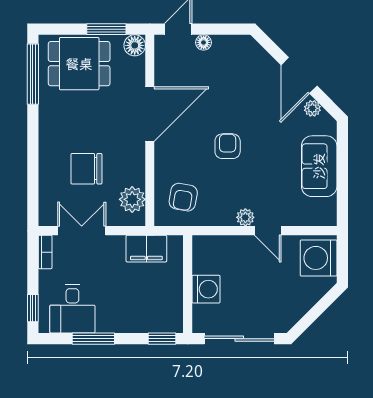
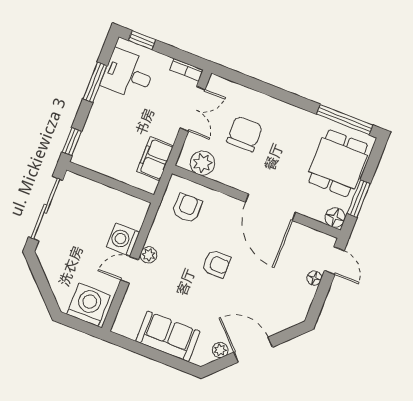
armchair: (183, 197) -> (187, 208), turned 80
washing machine: (206, 289) -> (123, 239), moved, turned 90

